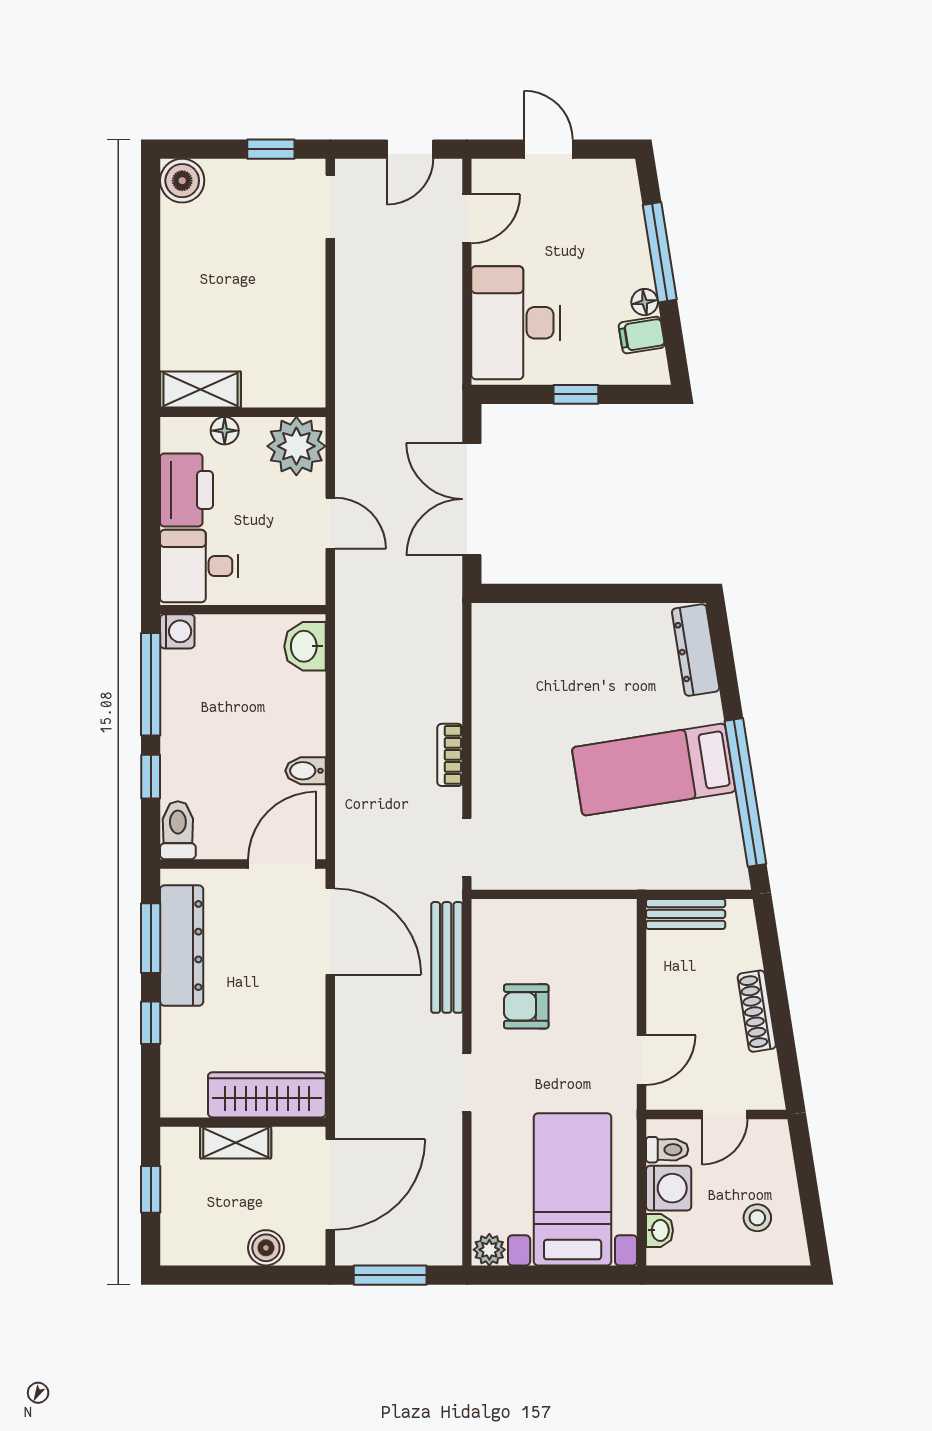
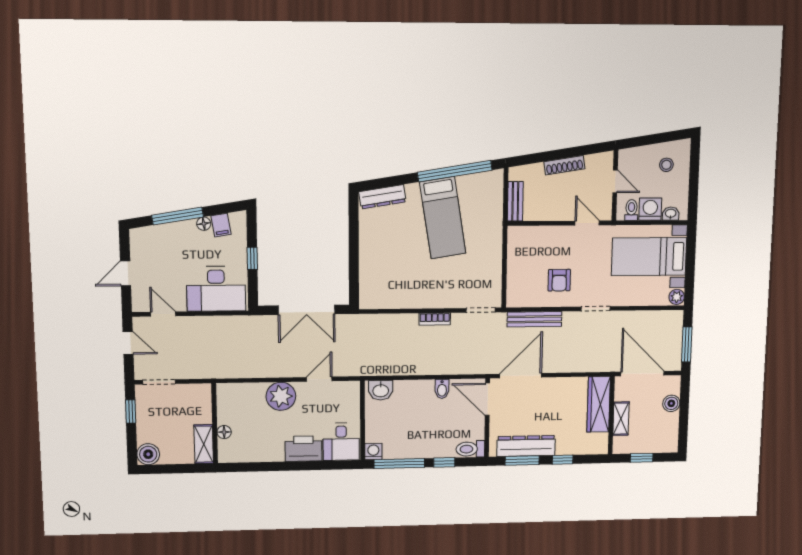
shelving: (201, 389) -> (204, 444), moved
wall: (243, 412) -> (215, 423), moved
floor lamp: (225, 431) -> (224, 432), moved

